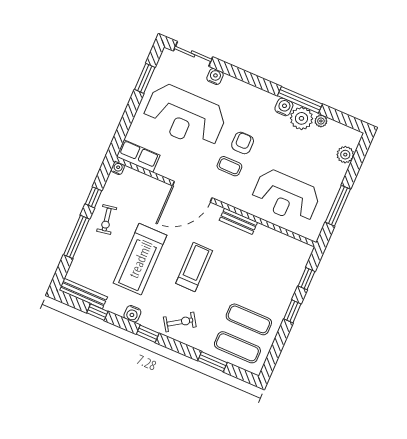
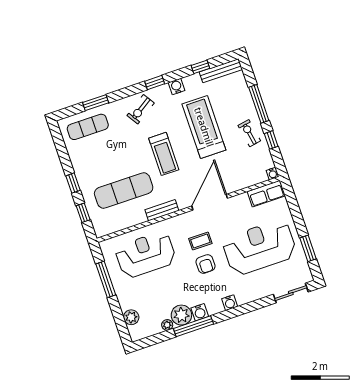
water cooler: (215, 76) -> (230, 303), moved
exercise mat: (249, 319) -> (124, 191), moved, width x1.36, depth x1.45

